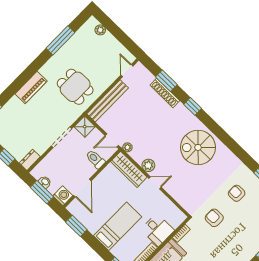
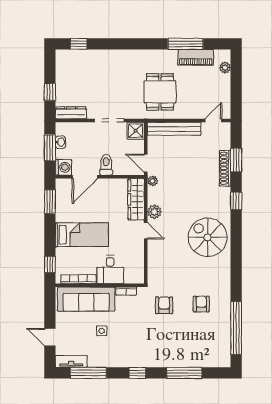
piano: (31, 87) -> (196, 57), moved
toilet: (95, 159) -> (106, 165), moved
dresser: (30, 160) -> (71, 113), width x1.44

